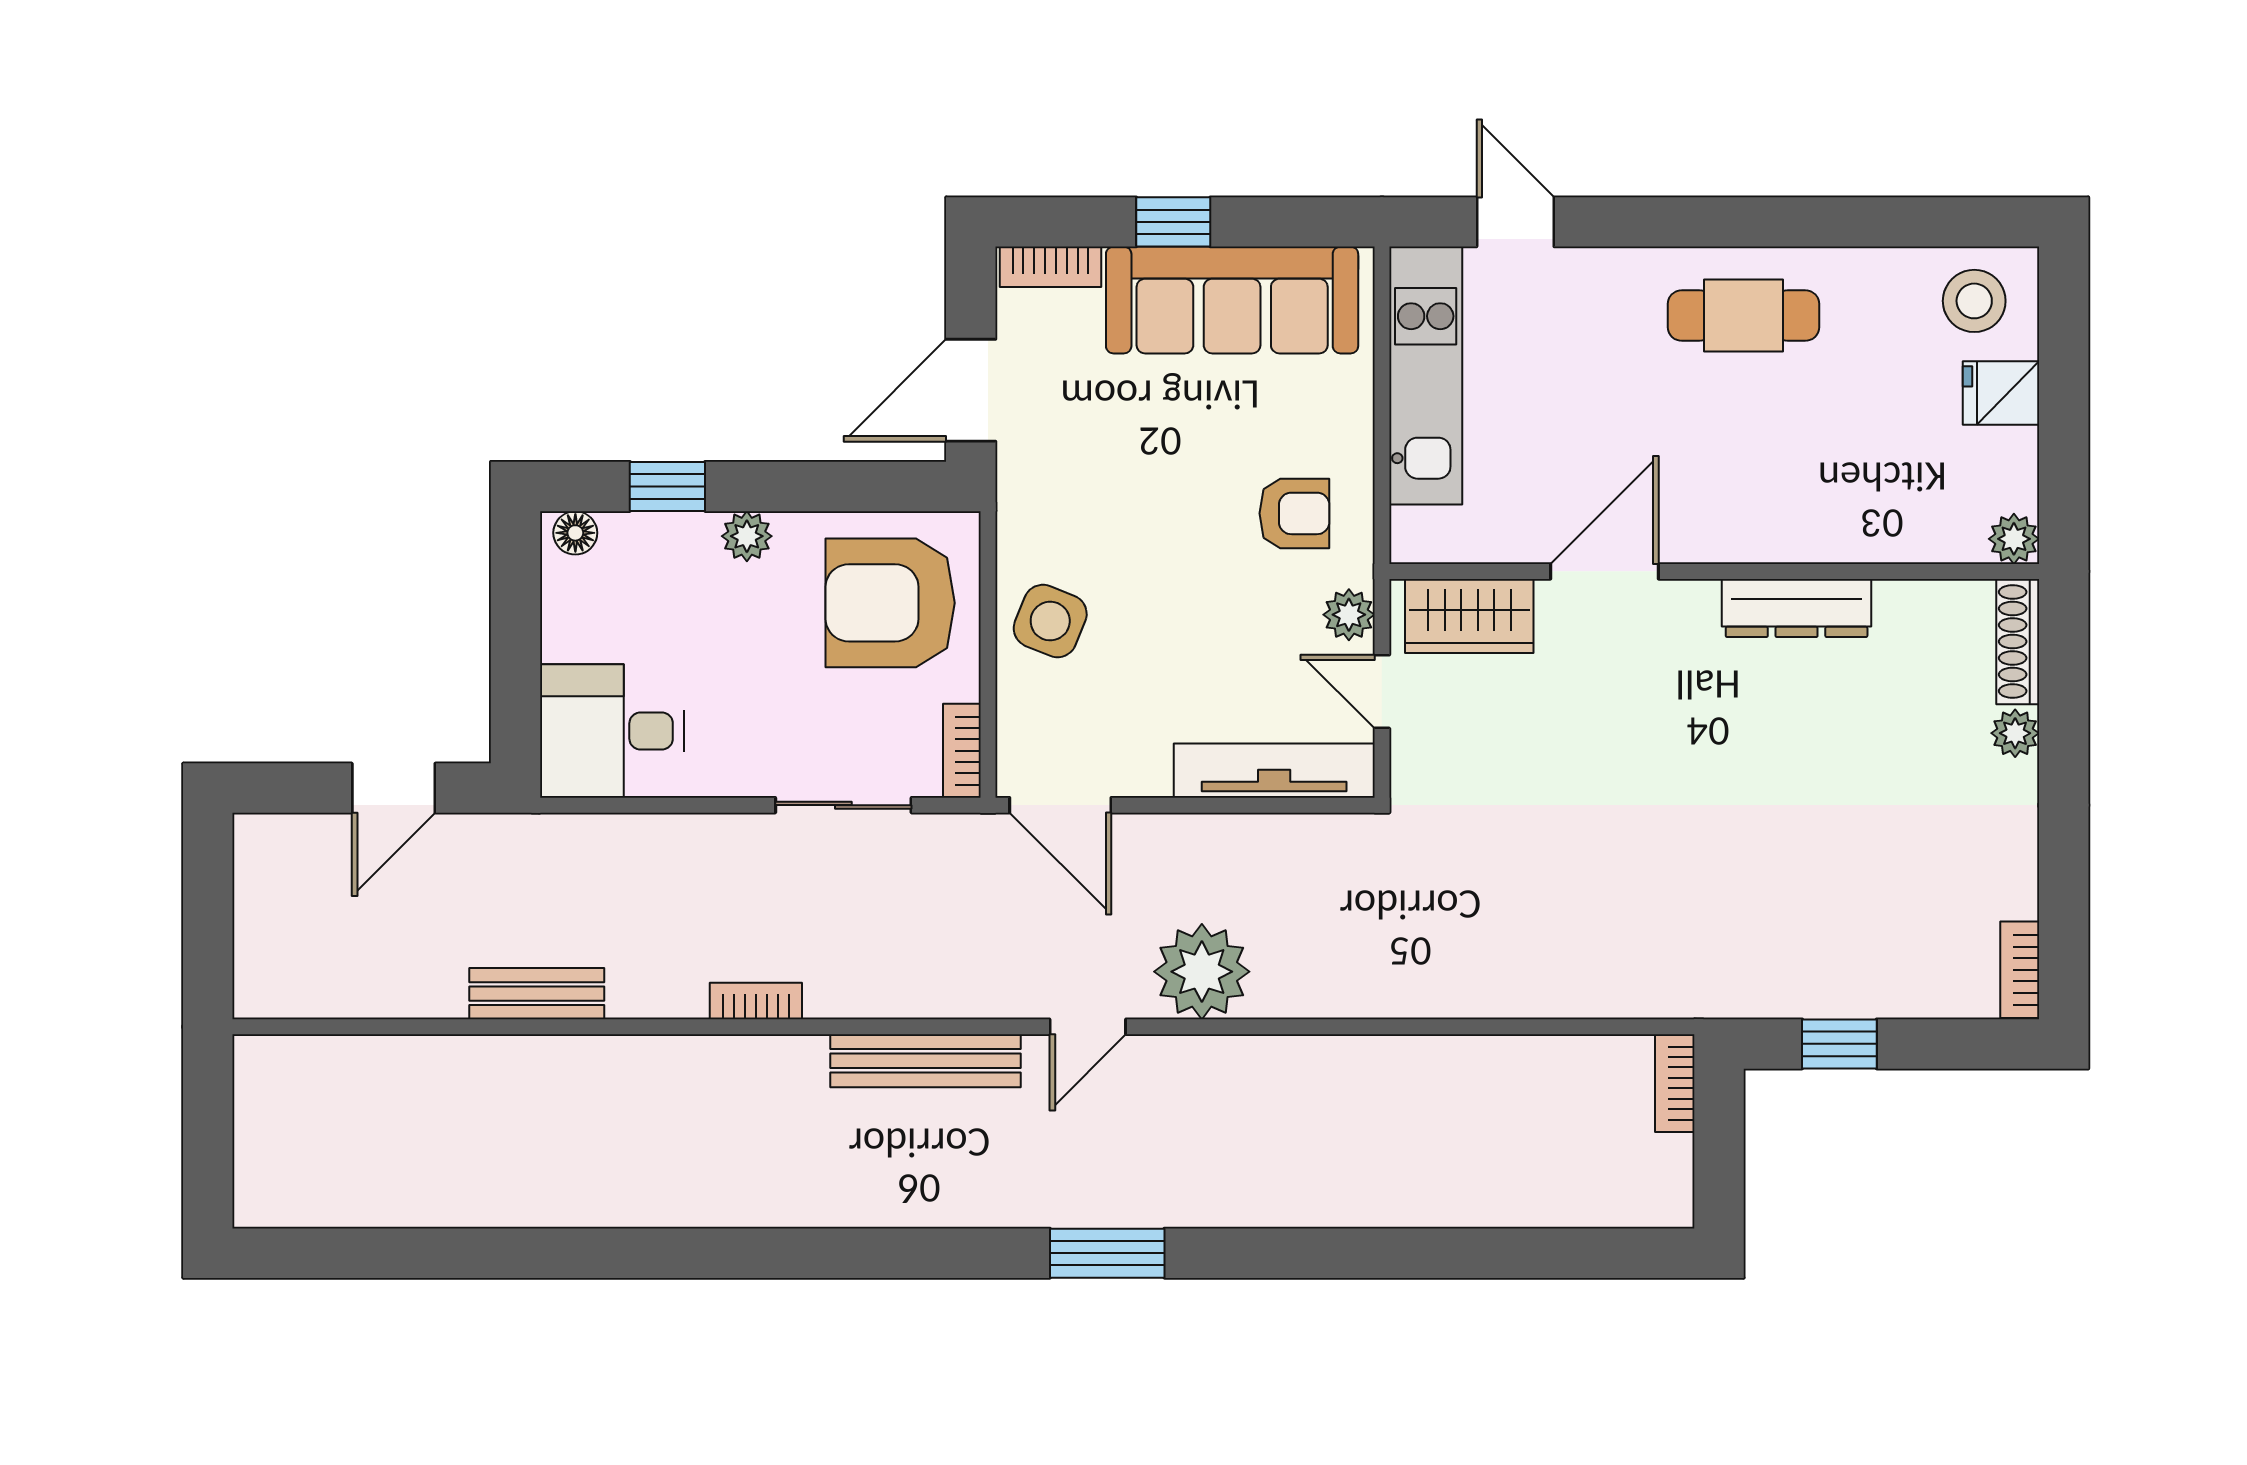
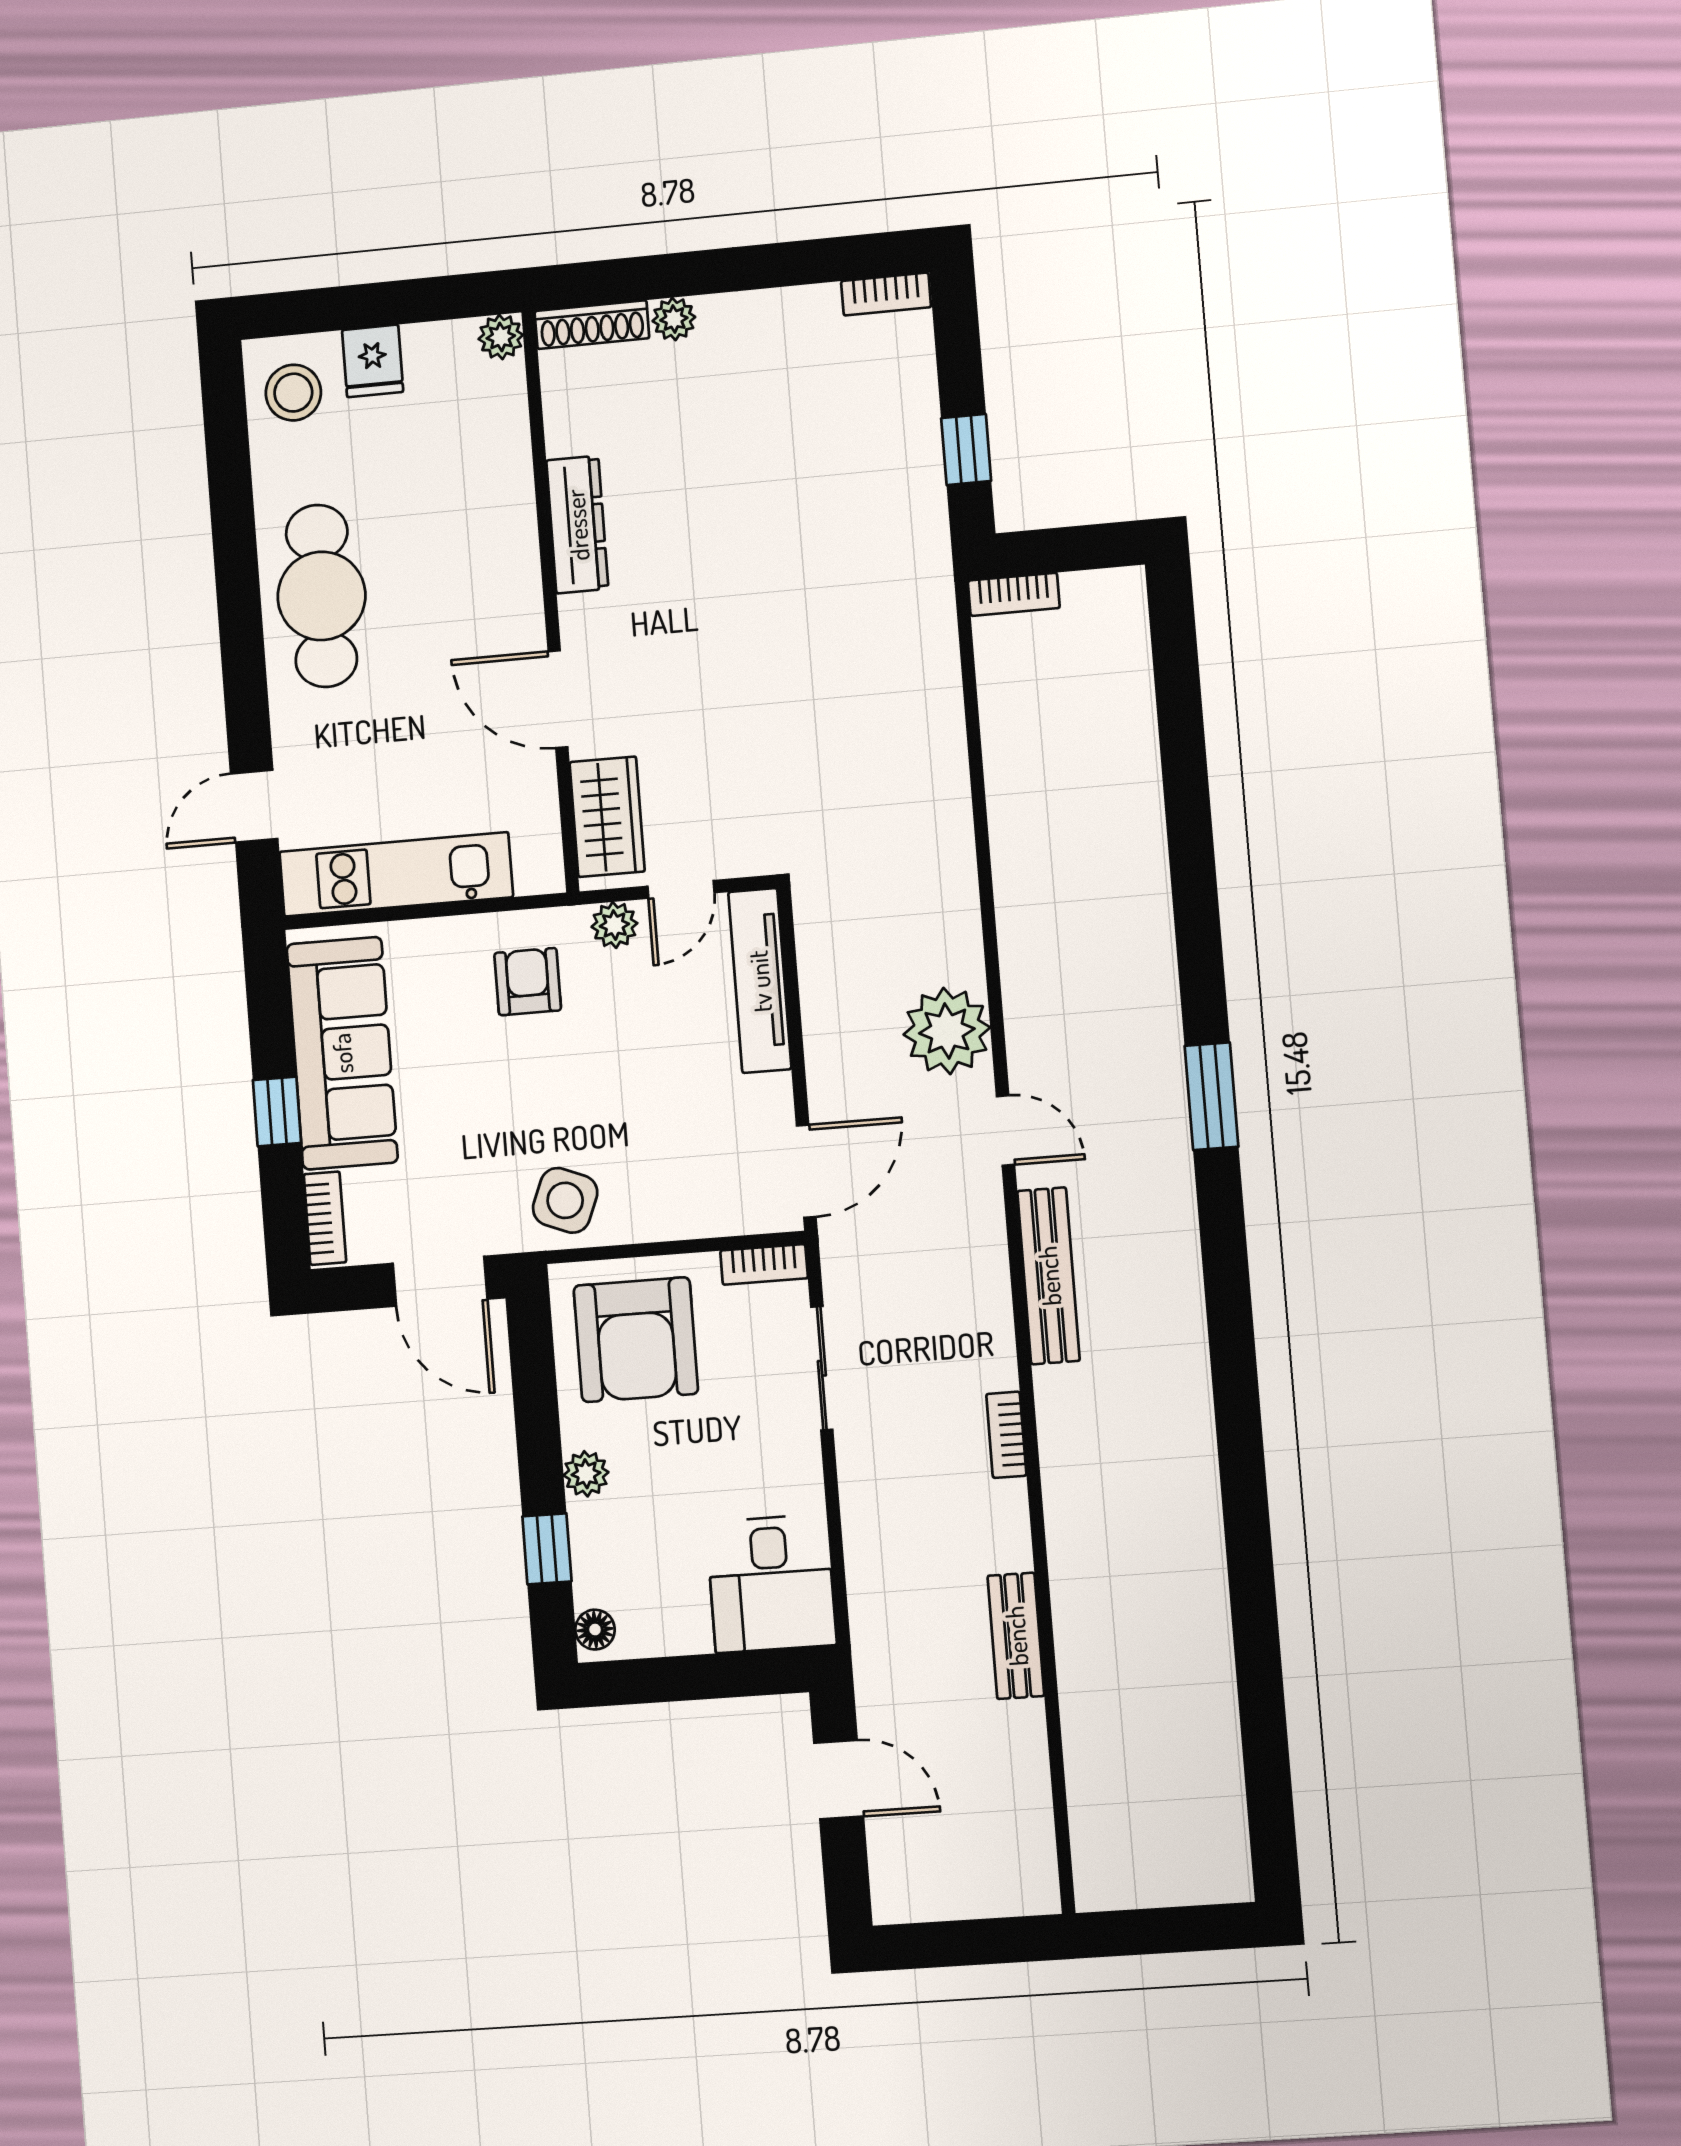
cafe table: (1744, 316) -> (322, 596), width x1.37, depth x1.35
side table: (1050, 621) -> (565, 1200), moved

